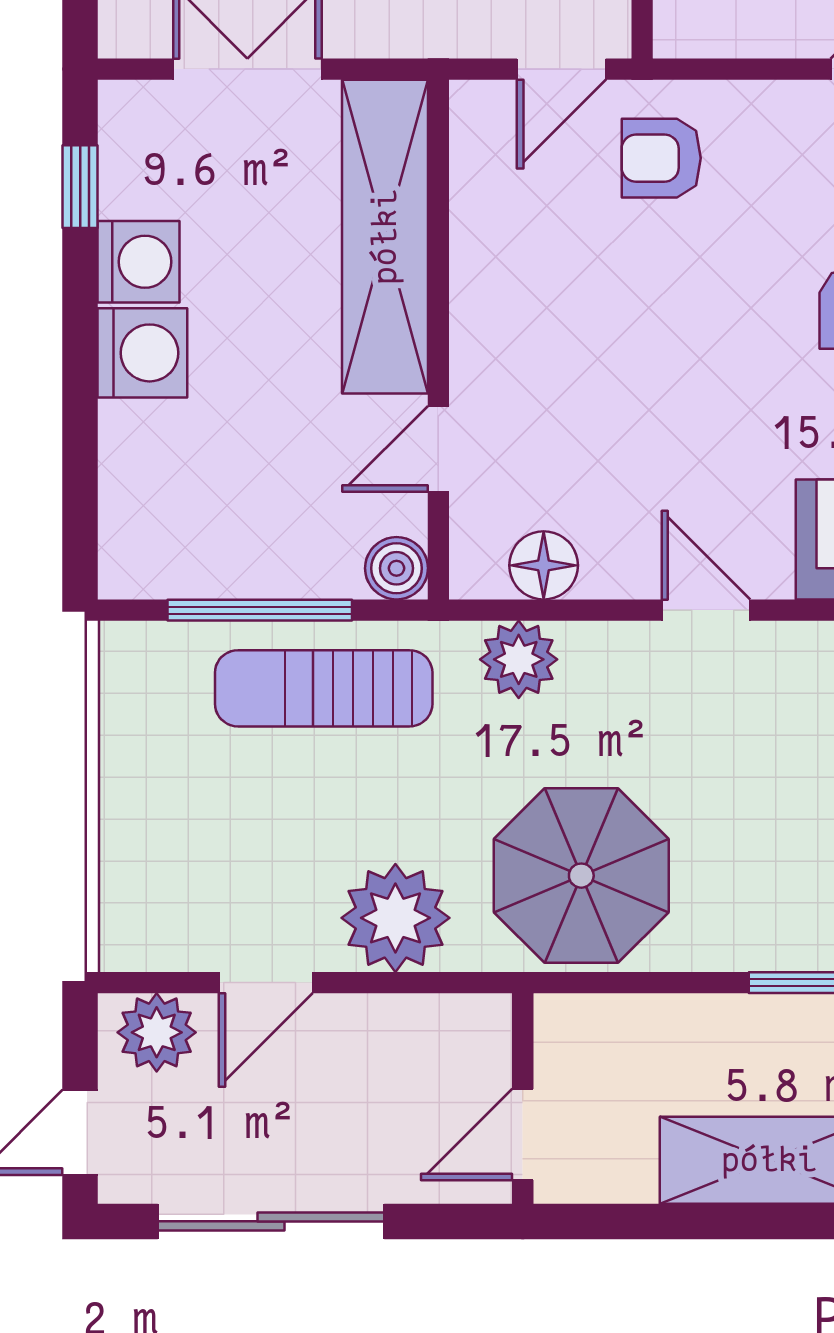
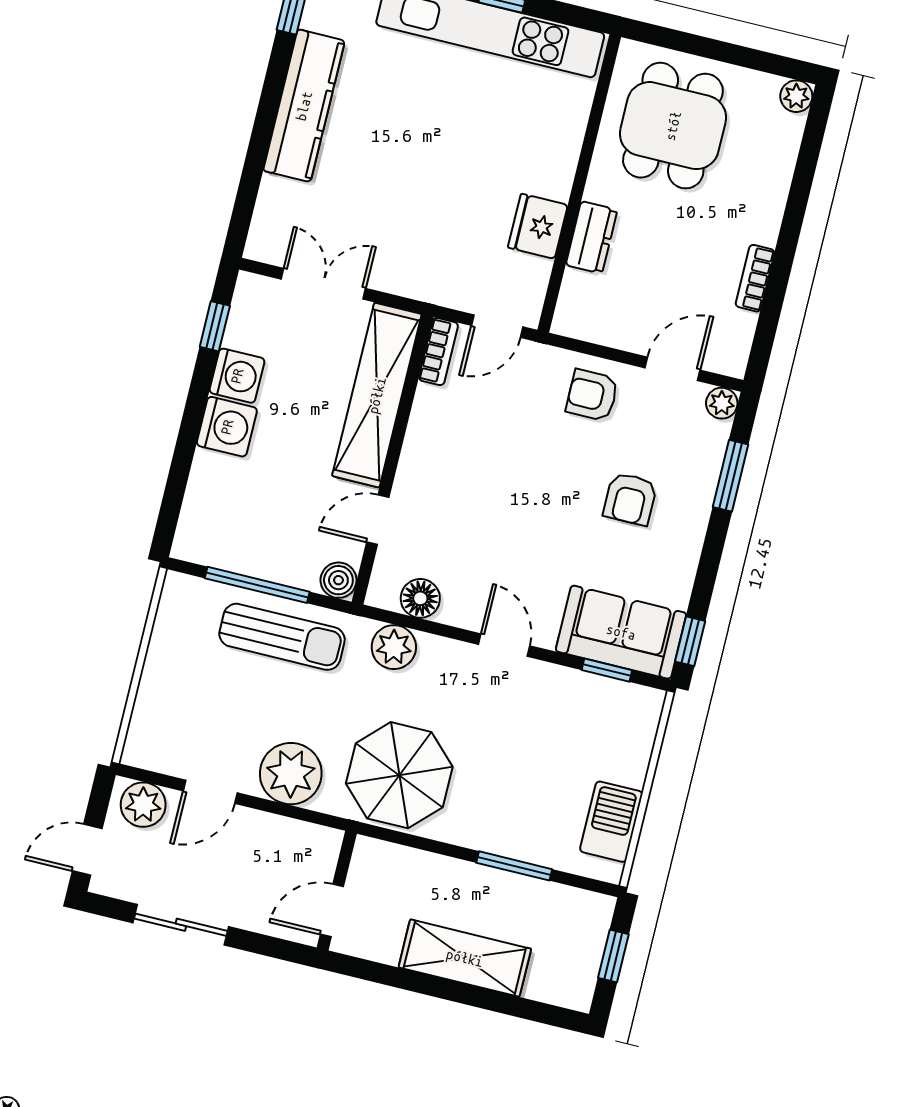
bookcase: (472, 137) -> (438, 351), added
armchair: (661, 158) -> (592, 395), moved
sun lounger: (324, 688) -> (282, 637), turned 180
sliding door: (271, 1221) -> (181, 925), width x0.73

